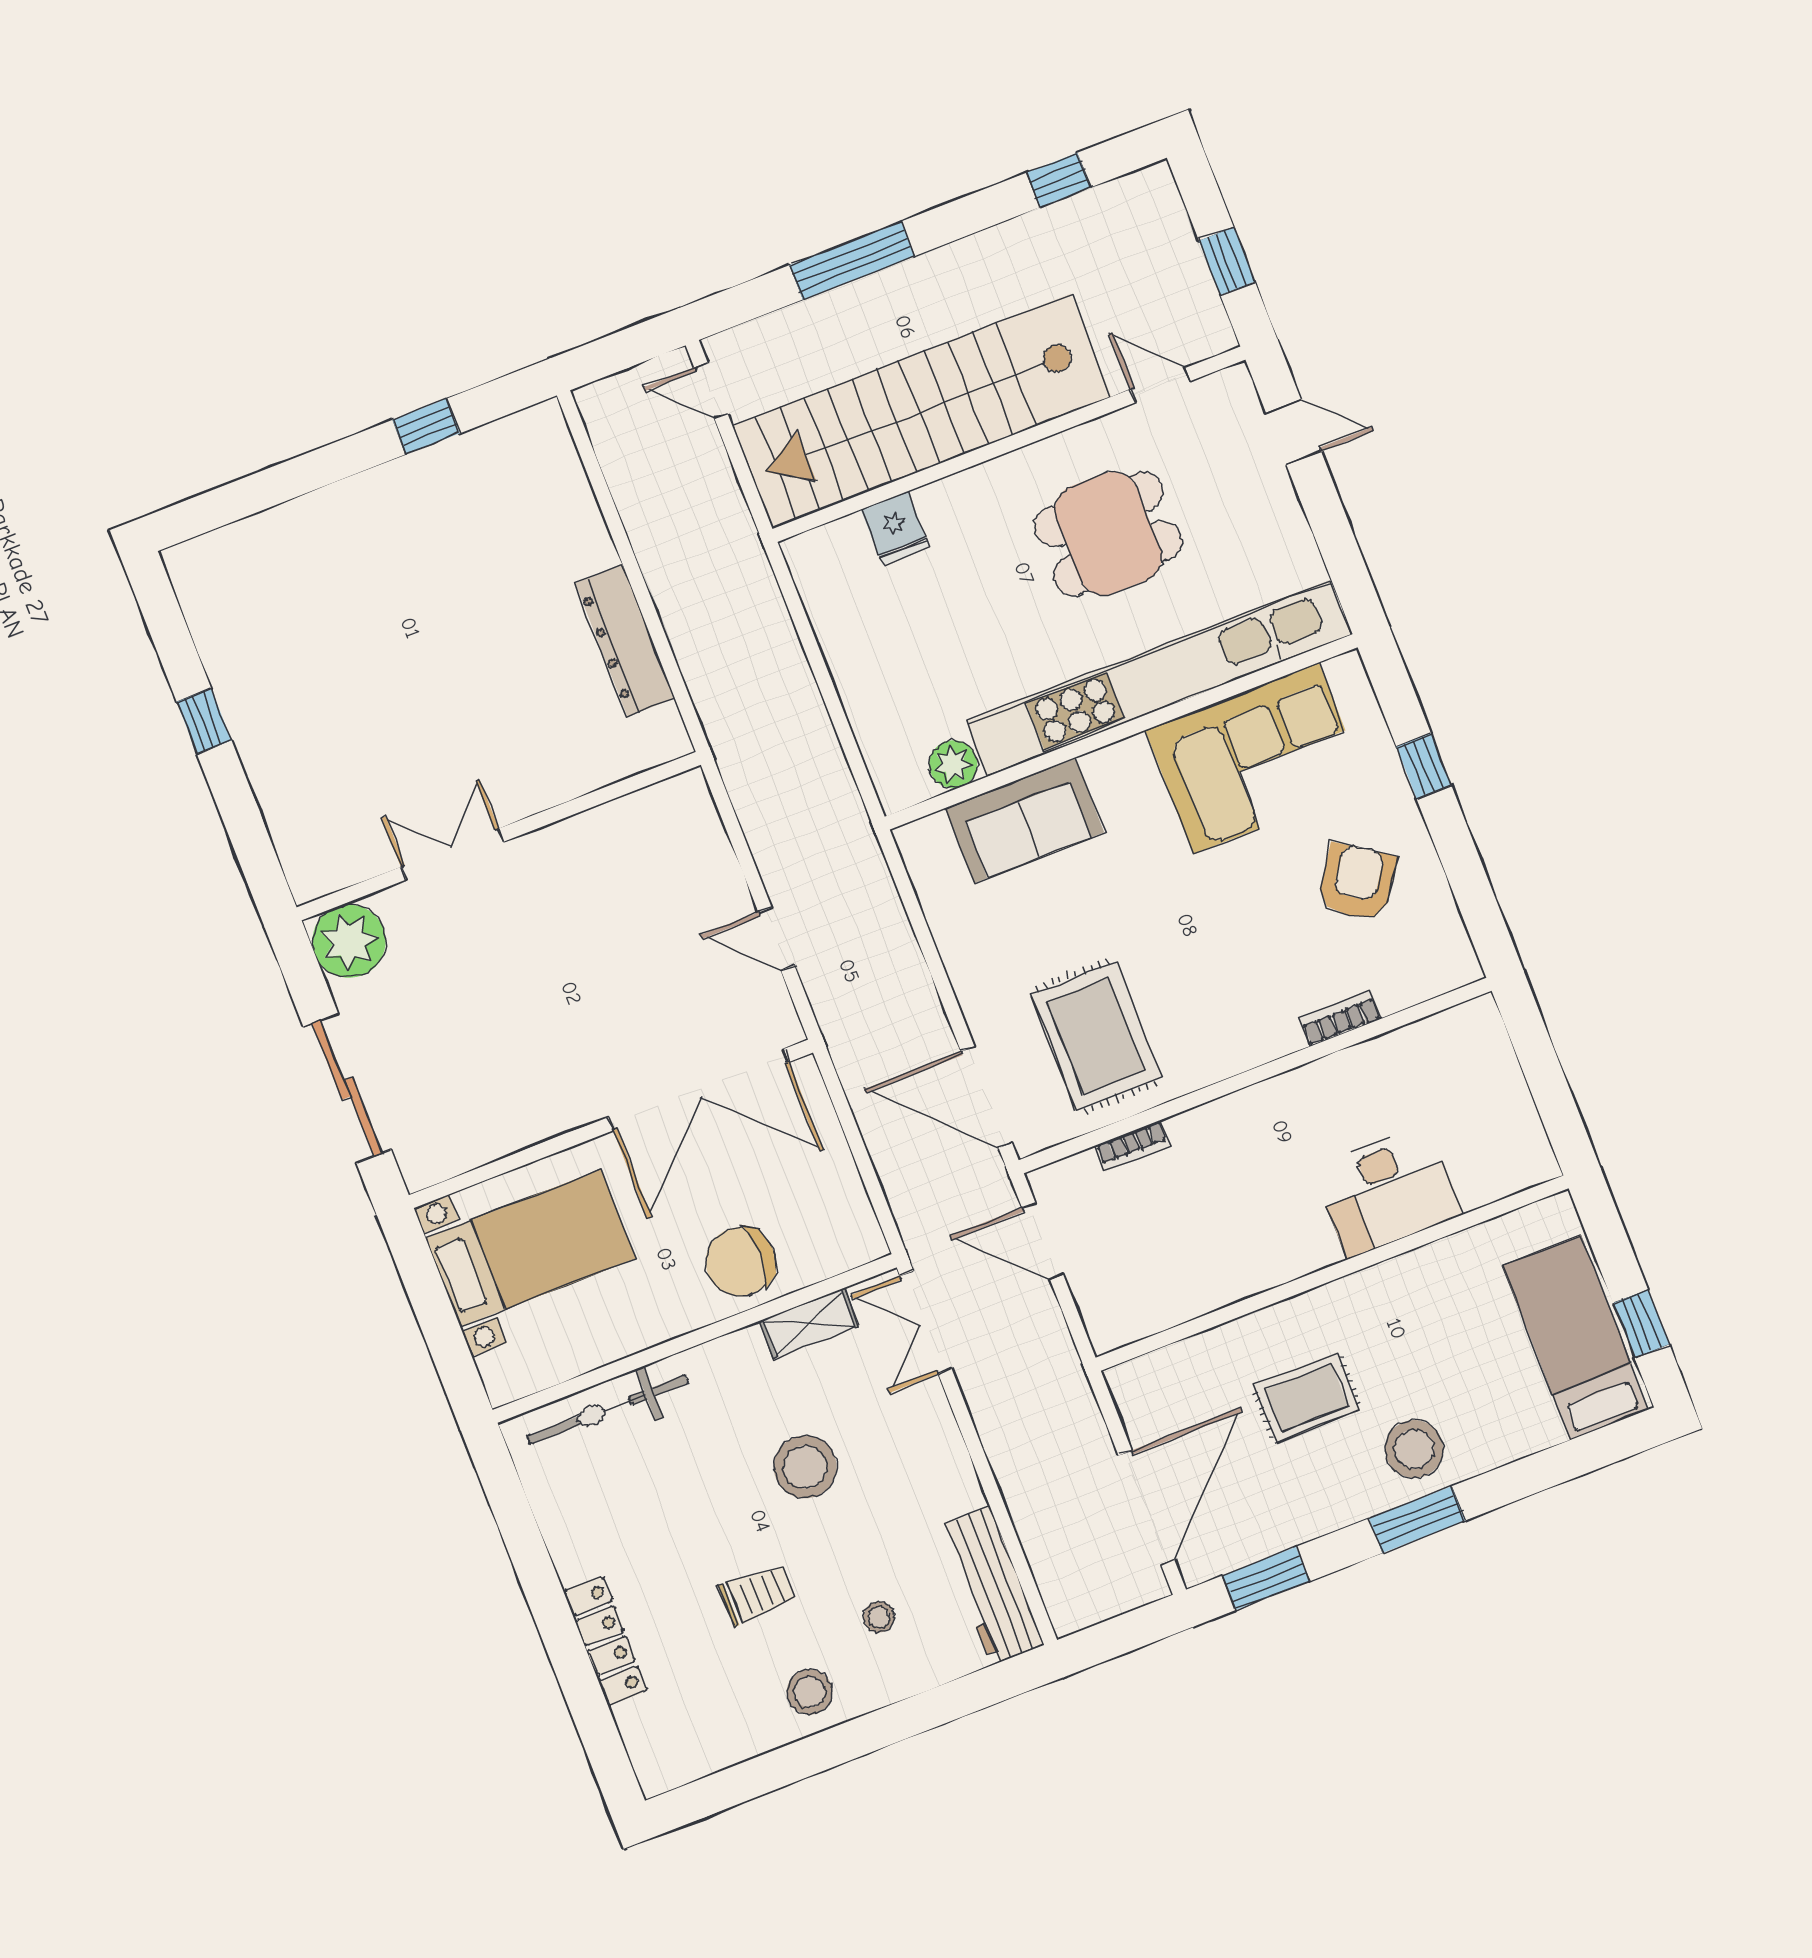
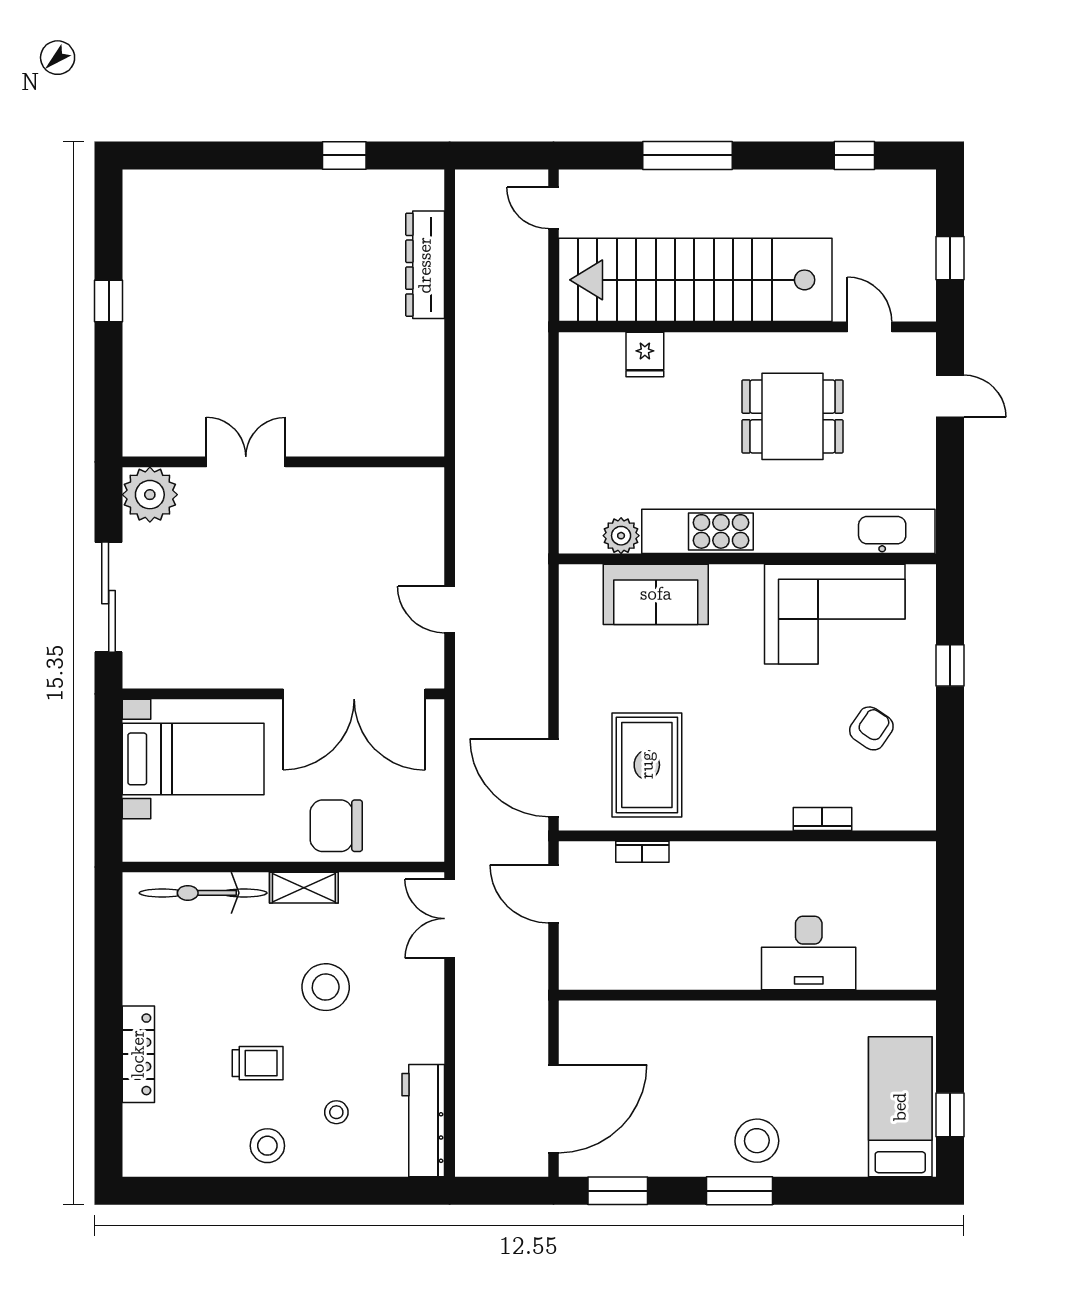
dresser: (625, 641) -> (425, 265), moved
armchair: (1357, 882) -> (871, 728), width x0.72, depth x0.72
shelving: (809, 1324) -> (304, 888), moved
rug: (1307, 1398) -> (696, 1075), removed

